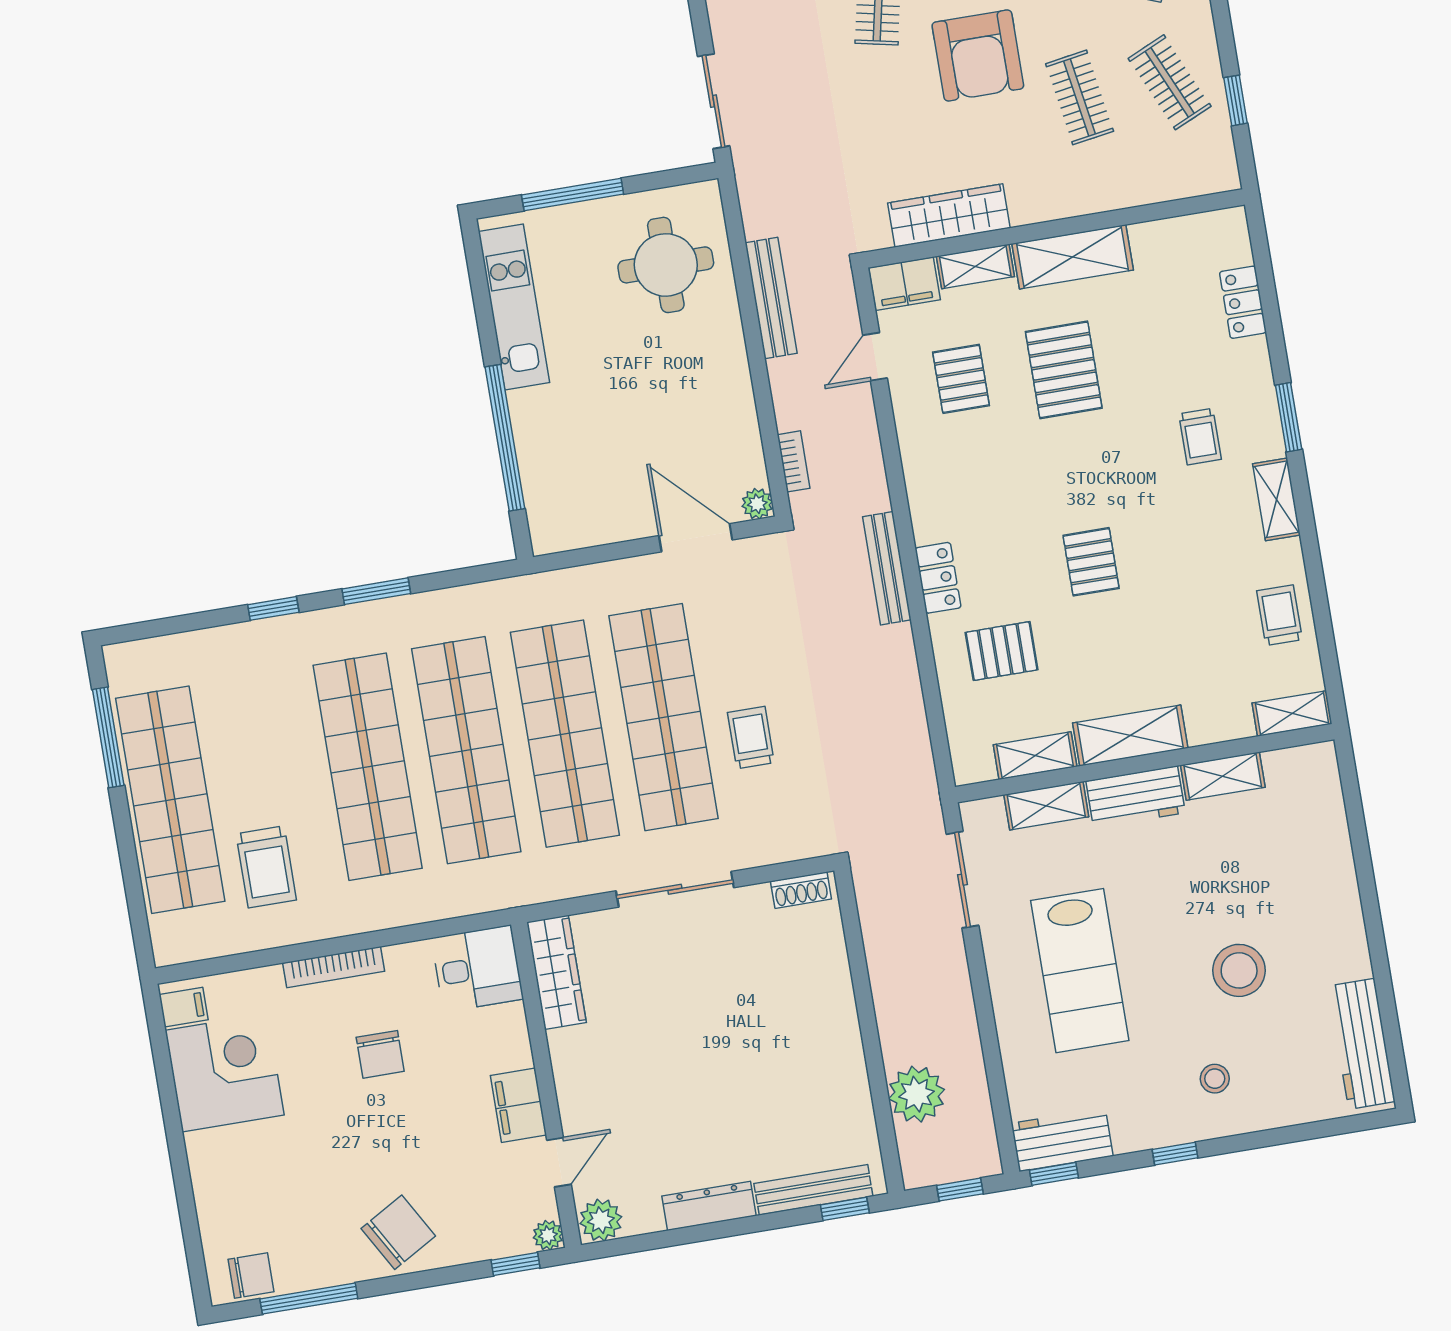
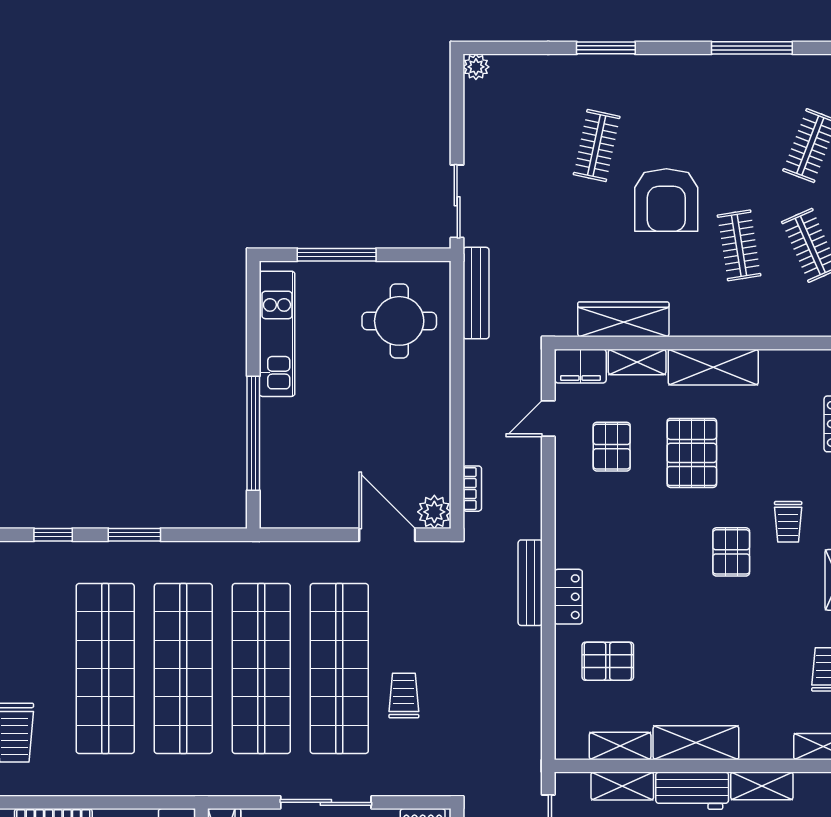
bench: (771, 298) -> (476, 293), moved
plant: (757, 504) -> (434, 512), width x1.38, depth x1.38
pallet: (1091, 562) -> (731, 552), moved

